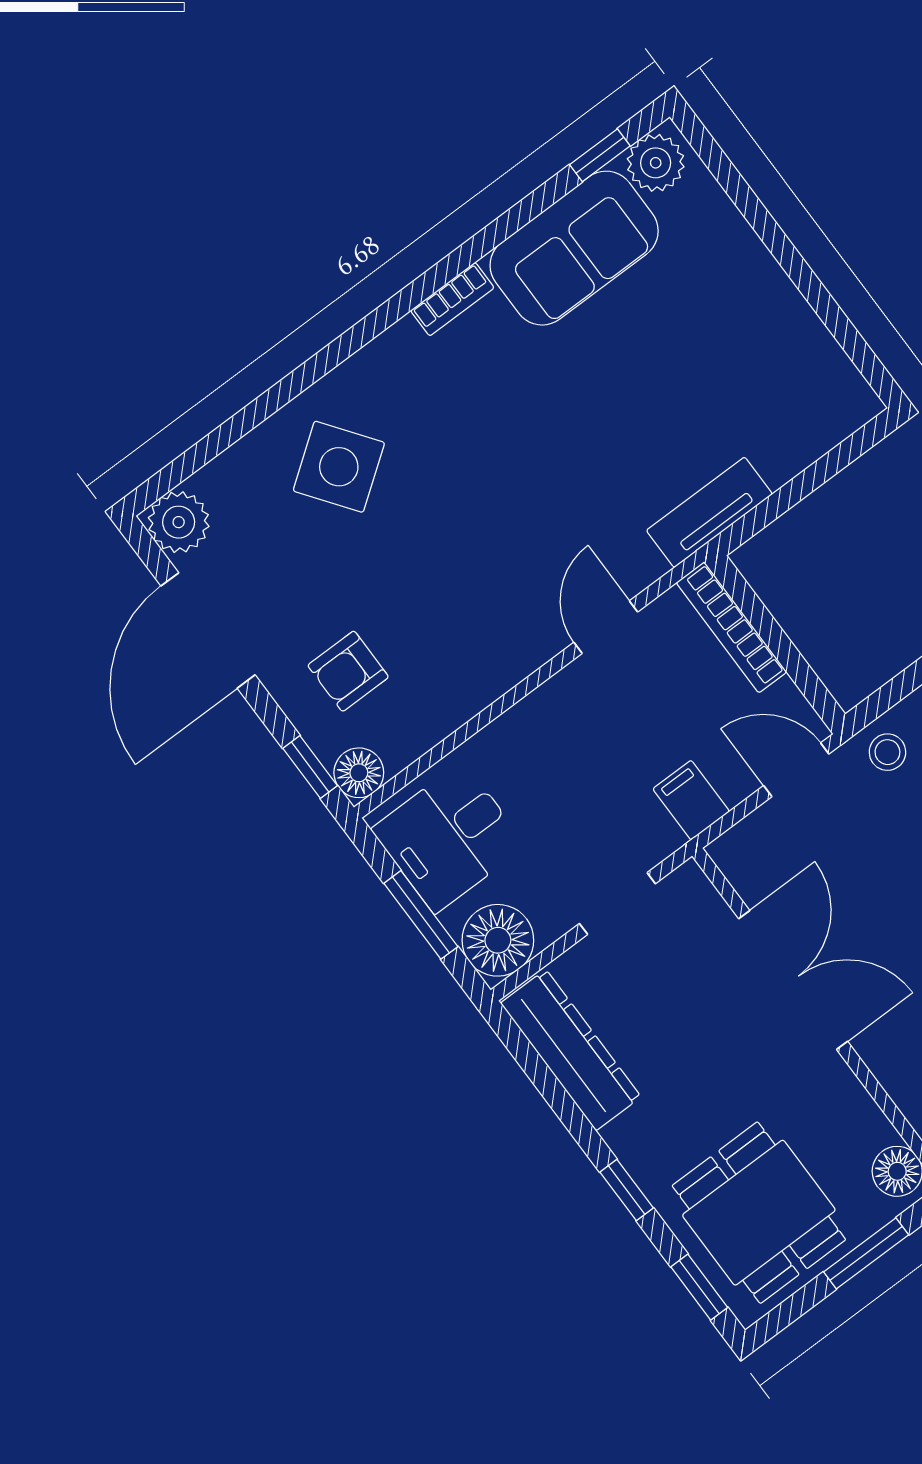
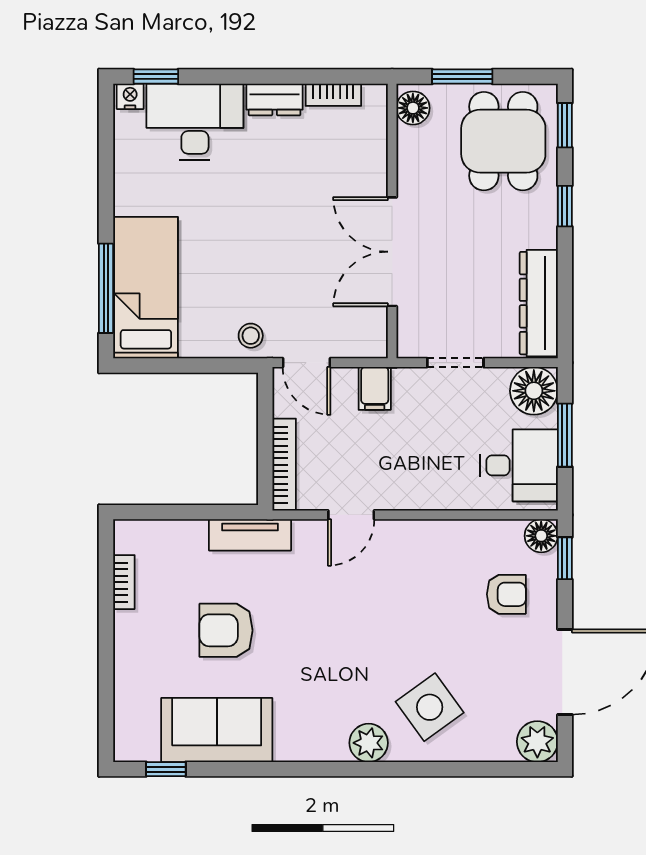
plant: (656, 163) -> (369, 743), moved
bookcase: (452, 299) -> (124, 582), moved, turned 90
armchair: (652, 376) -> (226, 630), added

